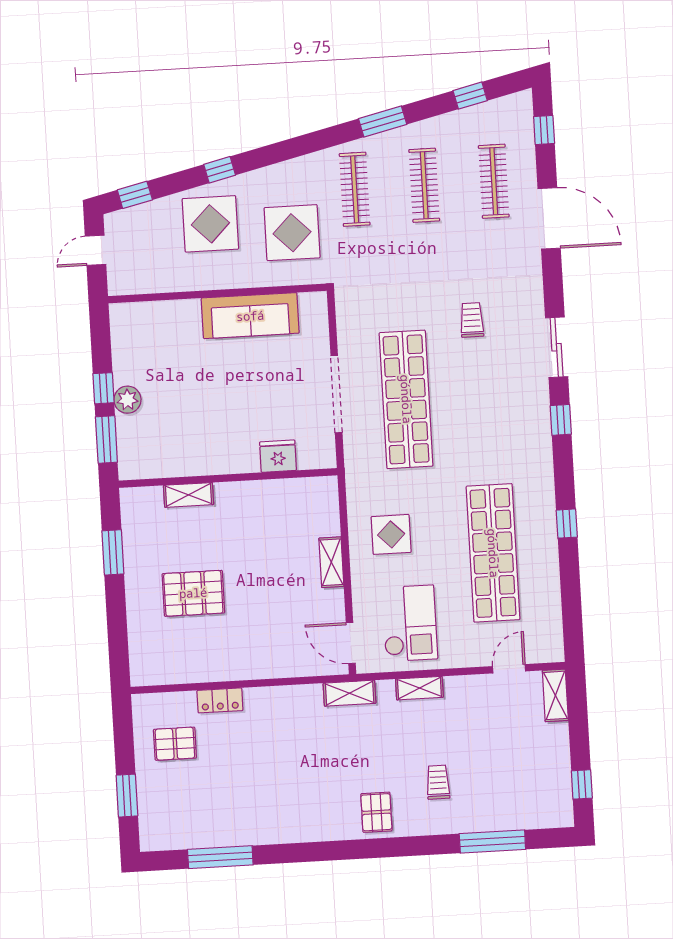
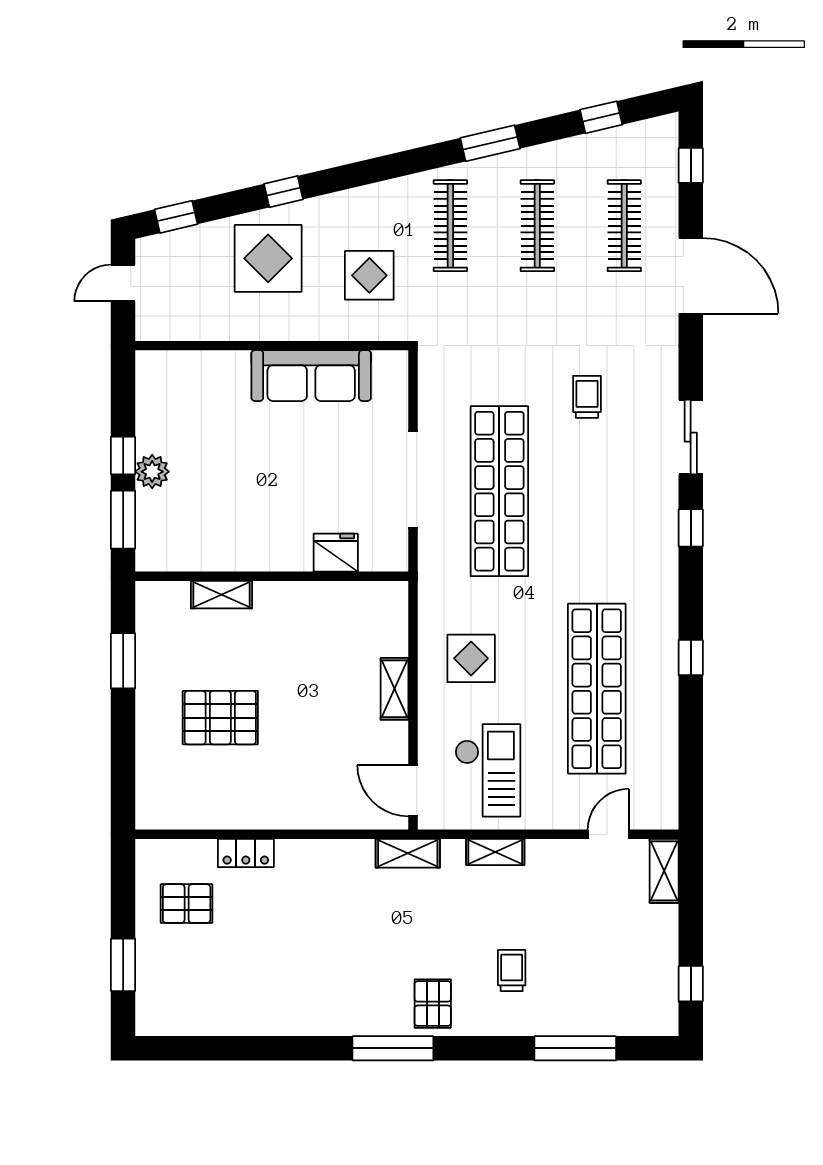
display table: (292, 233) -> (369, 275), width x0.73, depth x0.73
window: (220, 857) -> (393, 1048), moved

